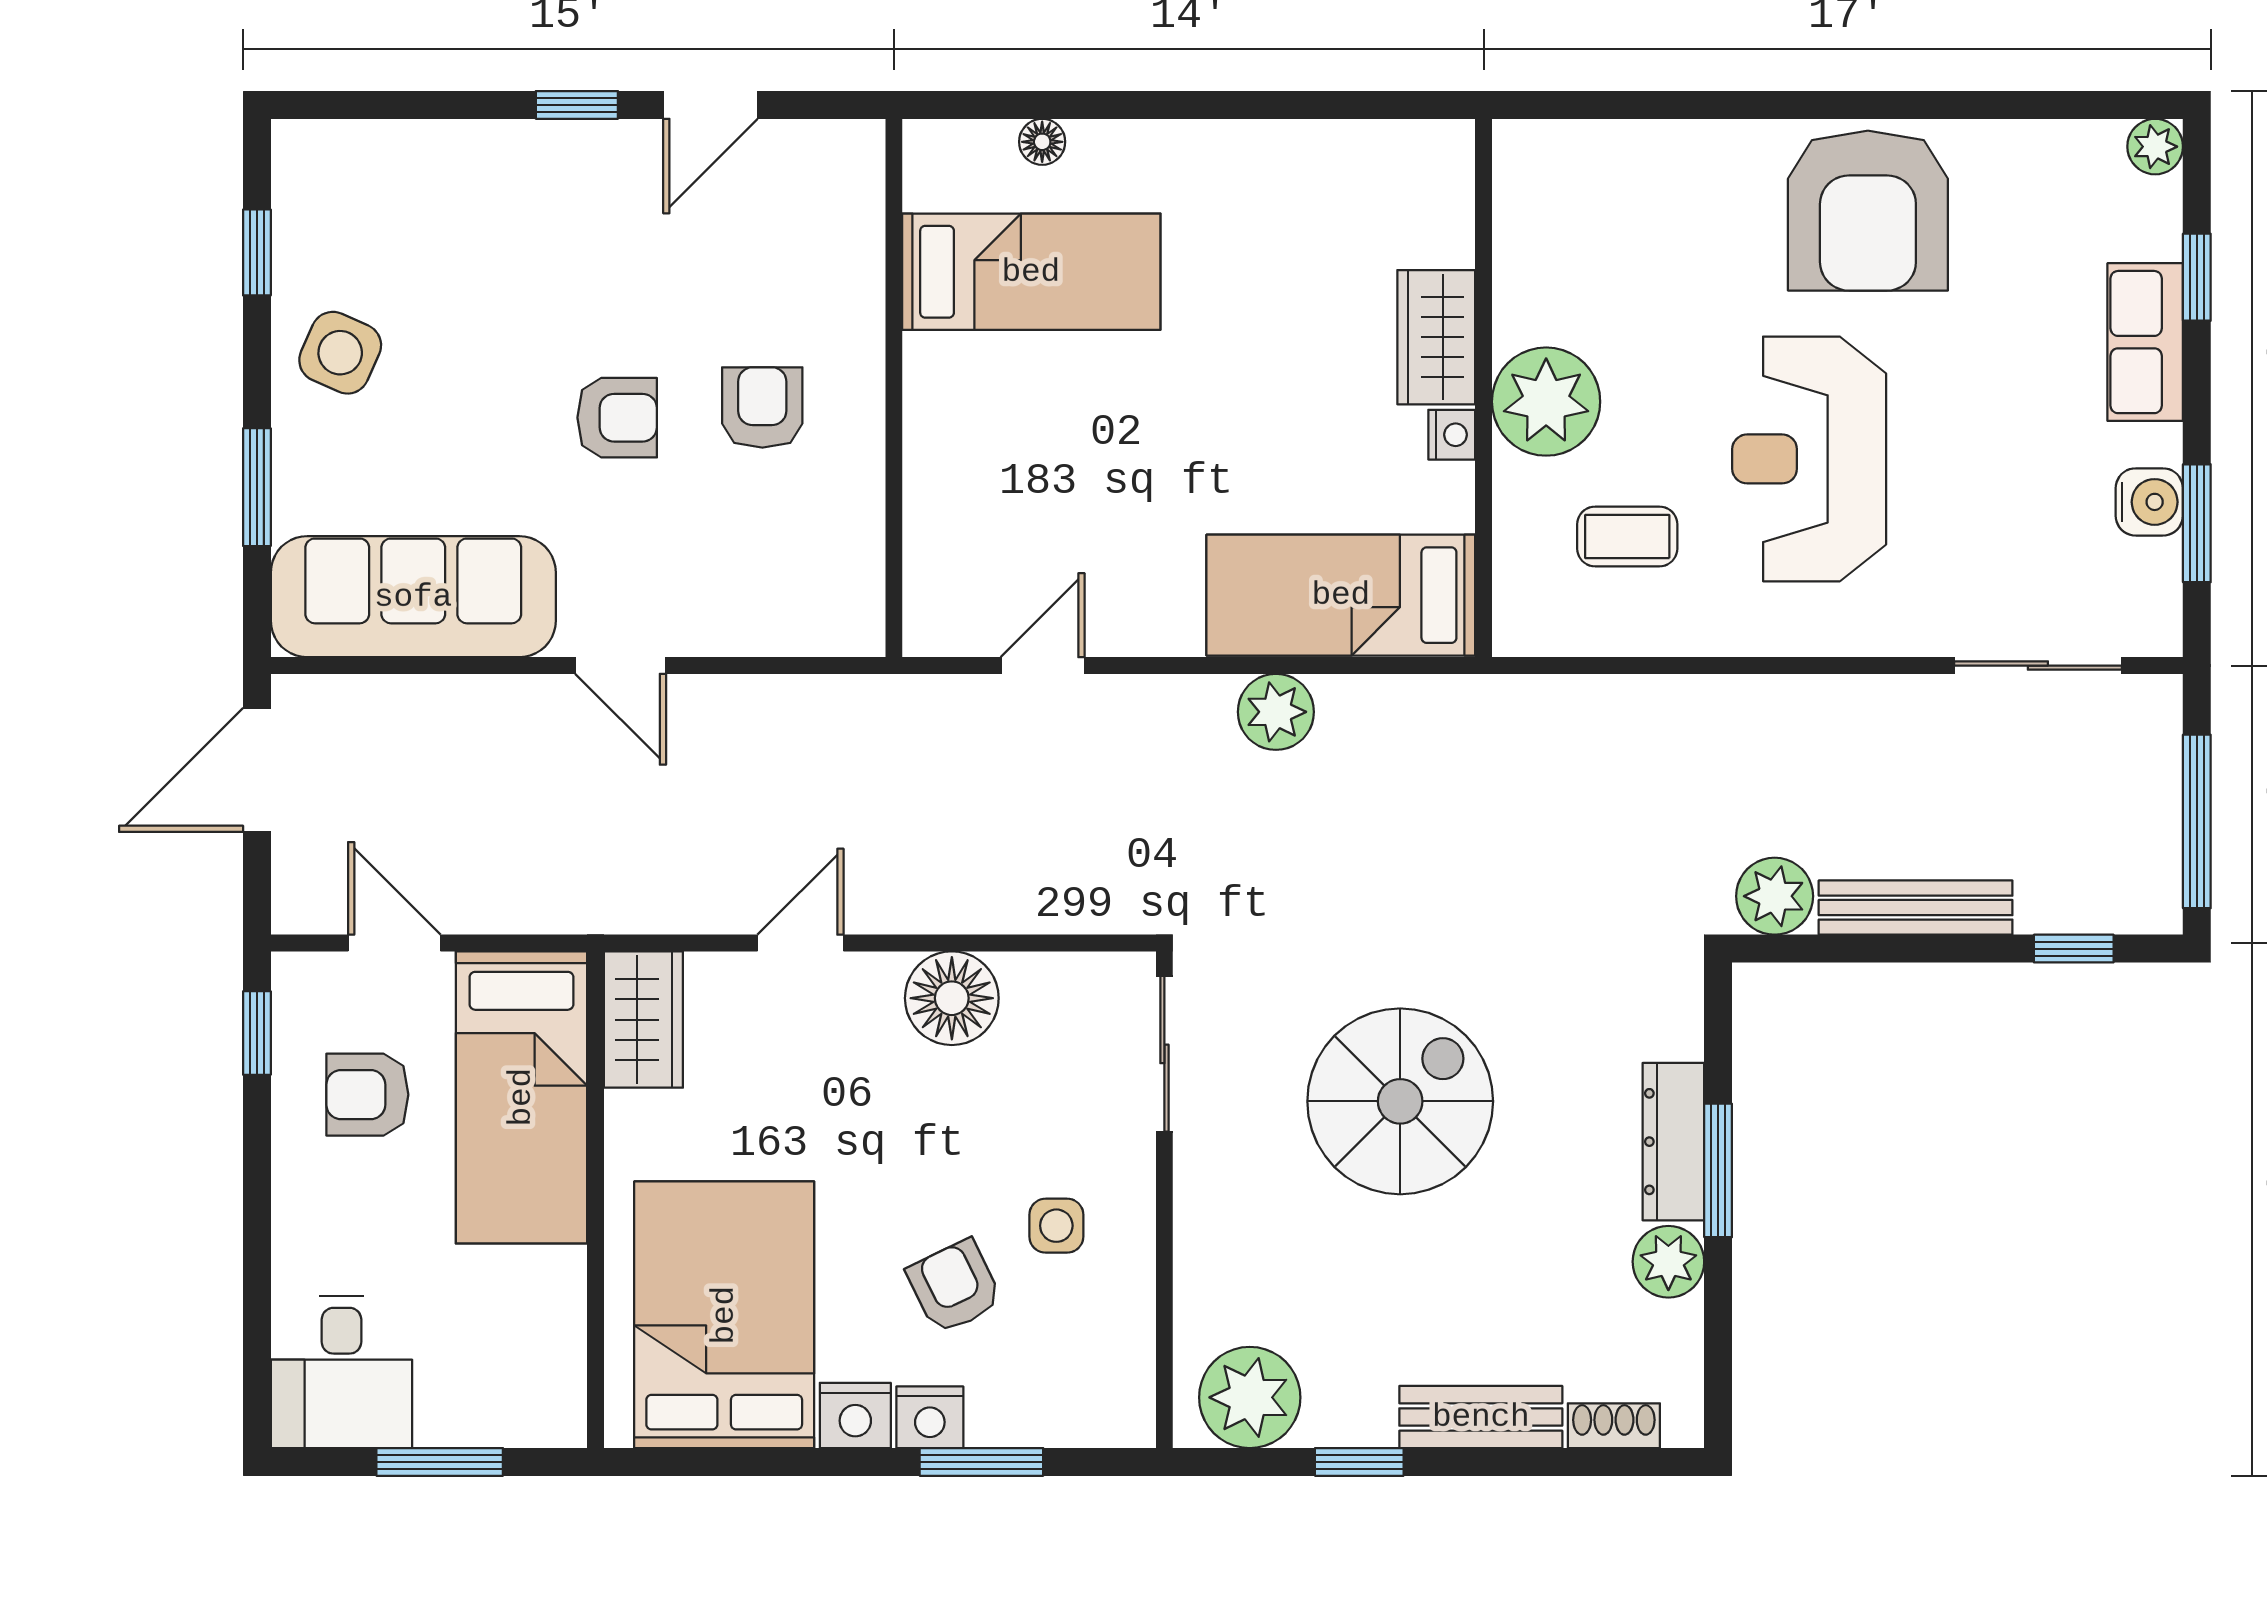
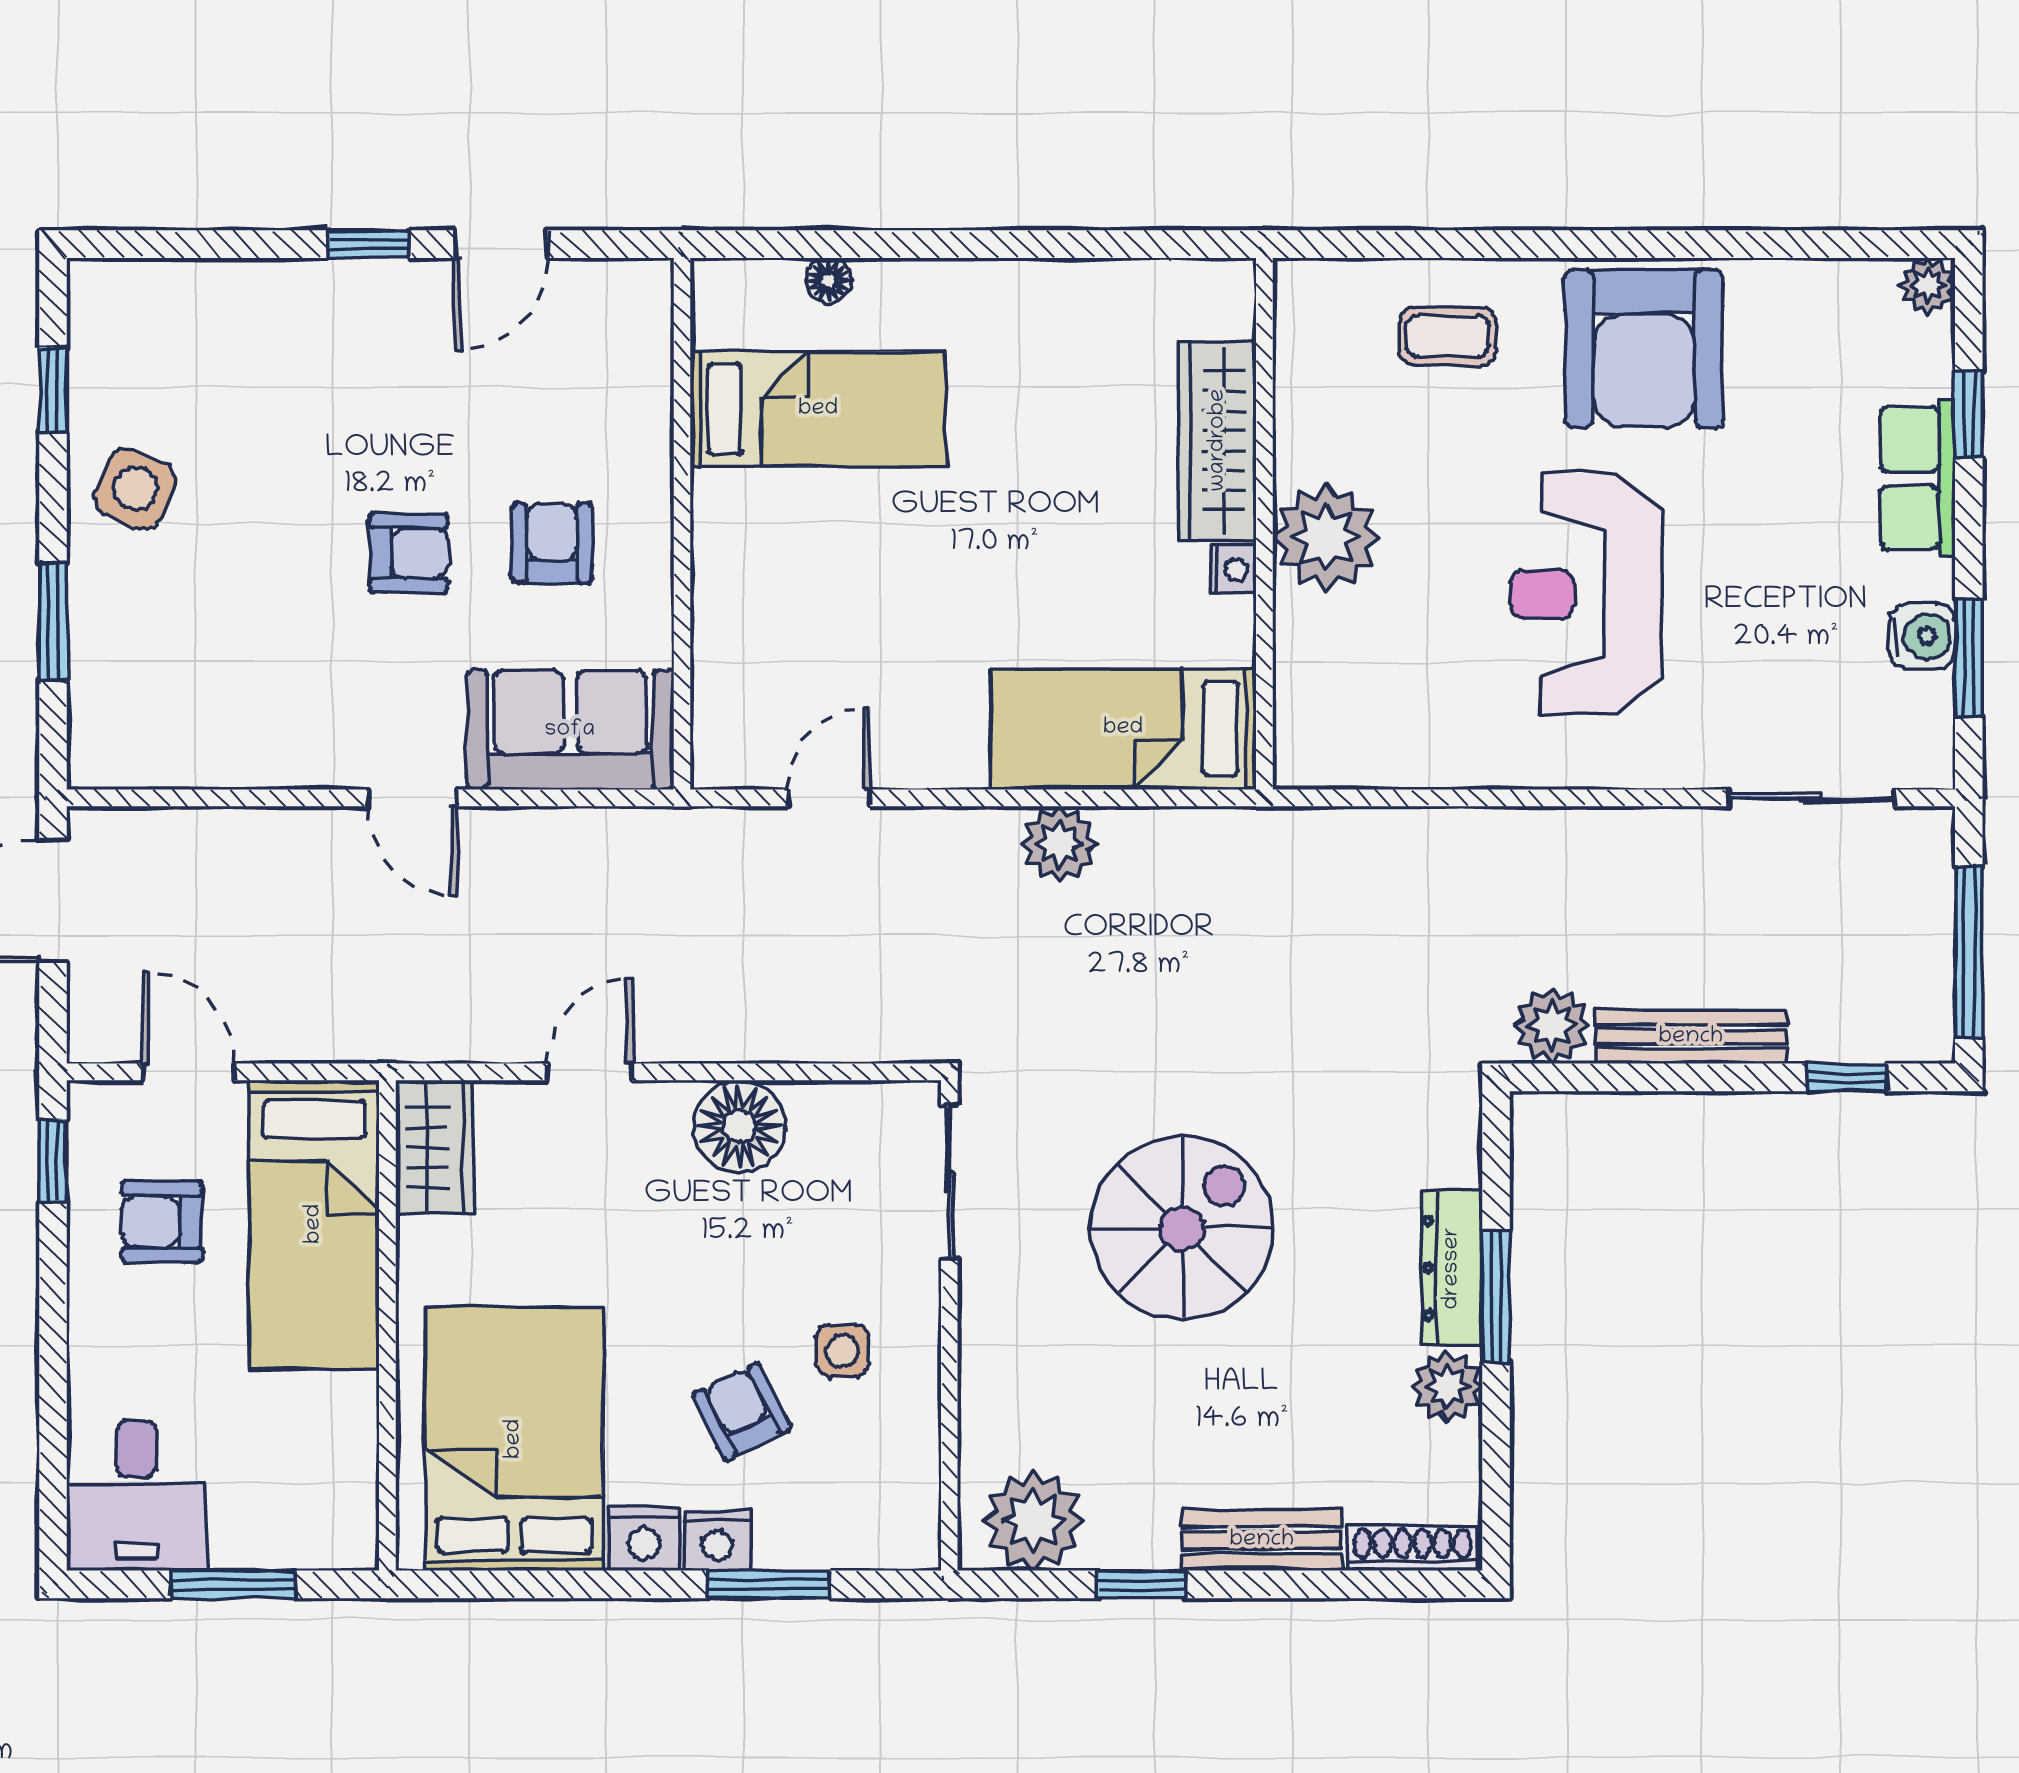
wardrobe: (1436, 337) -> (1218, 440), width x1.50
coffee table: (1627, 536) -> (1448, 336), moved
sofa: (413, 597) -> (570, 730), moved, width x0.73
shoe rack: (1614, 1426) -> (1413, 1549), width x1.43

